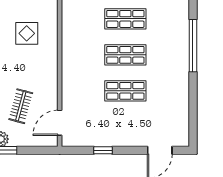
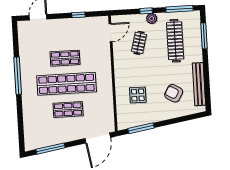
window: (193, 46) -> (18, 76), moved
shop shelf: (125, 55) -> (67, 84), width x2.00, depth x1.36

